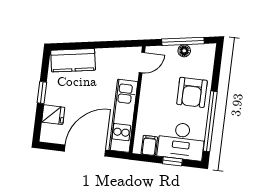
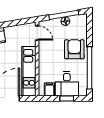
door: (142, 63) -> (37, 33), hinge flipped
armchair: (192, 92) -> (74, 49), turned 180
desk: (181, 141) -> (67, 84), width x0.73

